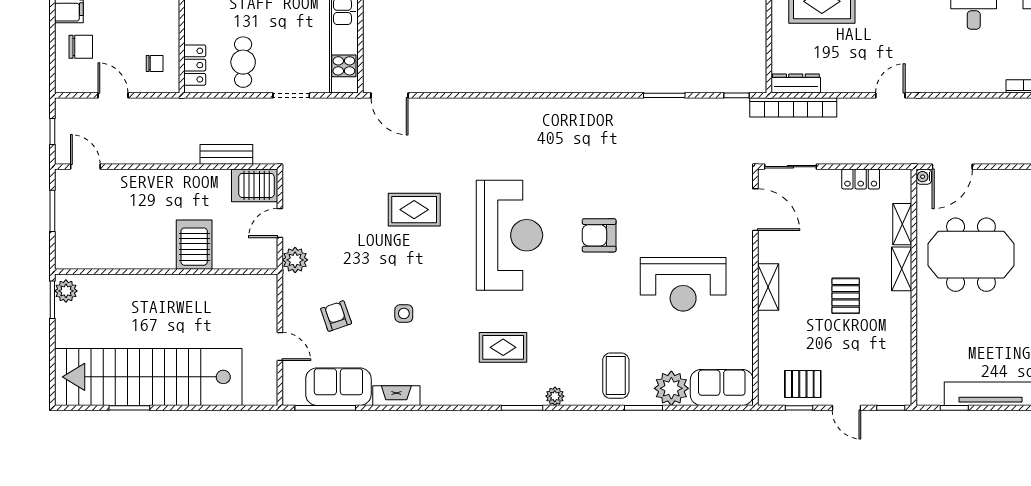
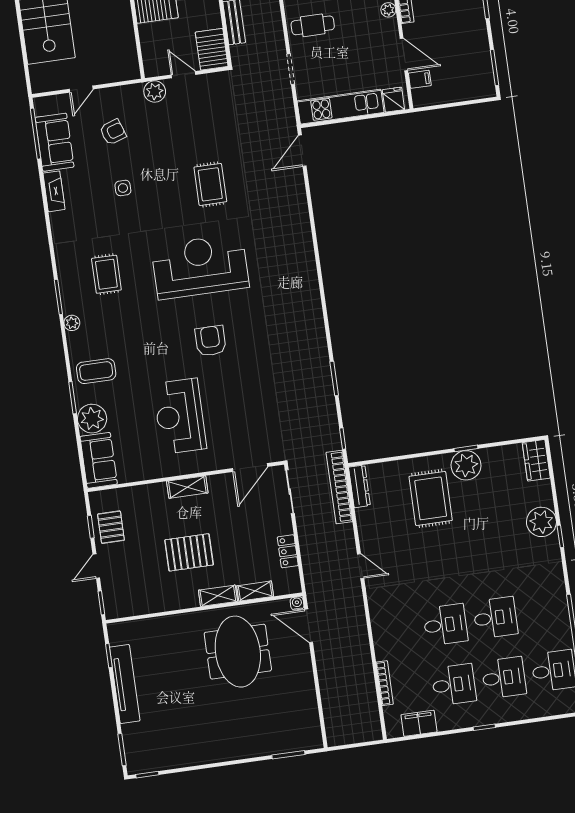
reception desk: (509, 235) -> (200, 266), turned 180
pallet: (846, 296) -> (189, 552), width x1.50, depth x1.42

